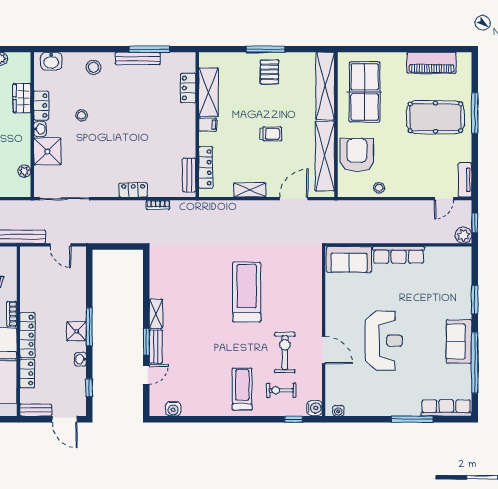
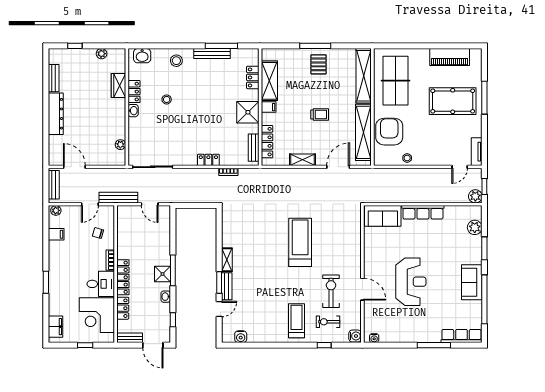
shower: (47, 152) -> (248, 112), moved
plant: (463, 274) -> (475, 227), added
window: (294, 419) -> (324, 345), moved

